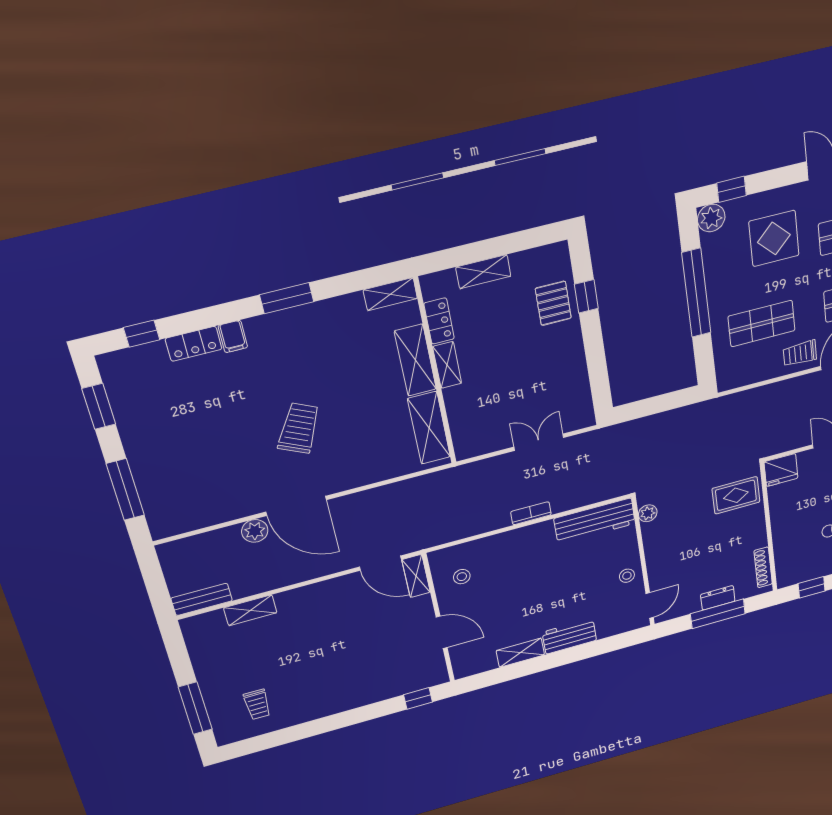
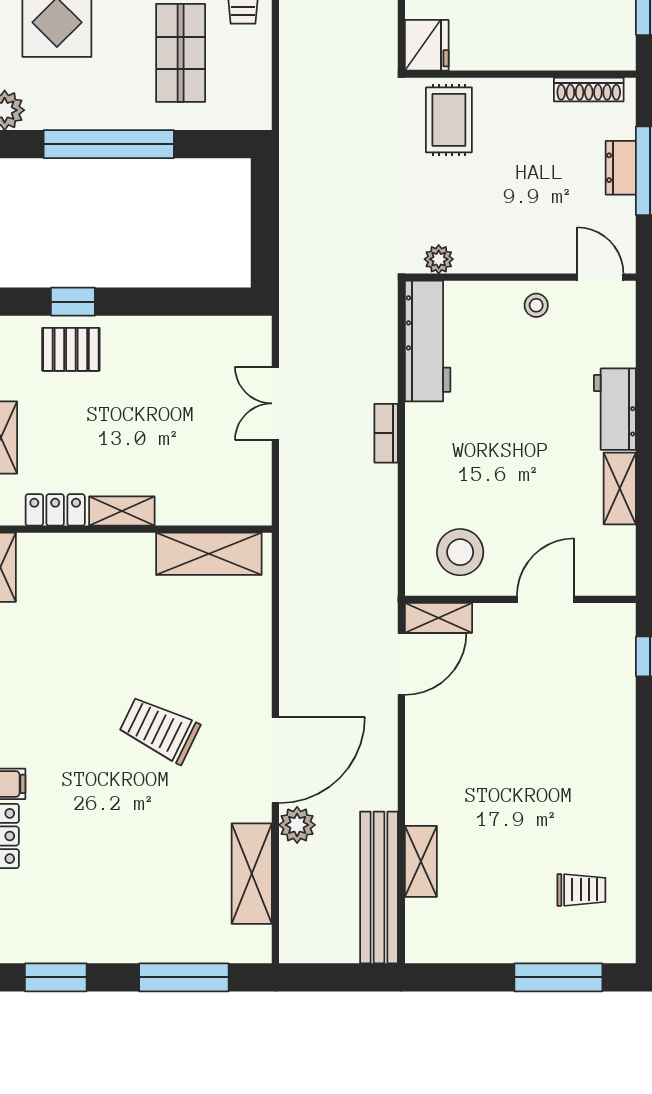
shelving: (415, 360) -> (252, 874), moved, turned 90
stool: (462, 577) -> (460, 552), width x1.89, depth x1.89
bench: (202, 599) -> (379, 888), width x1.86, depth x1.21

